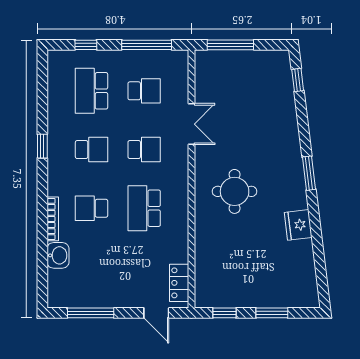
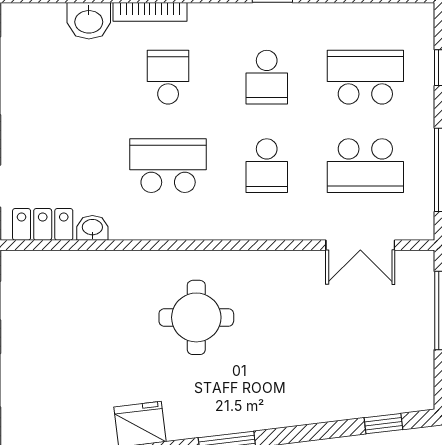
school desk: (144, 91) -> (365, 166), width x1.85
double door: (191, 124) -> (360, 245), moved
washbasin: (181, 253) -> (92, 228), added

